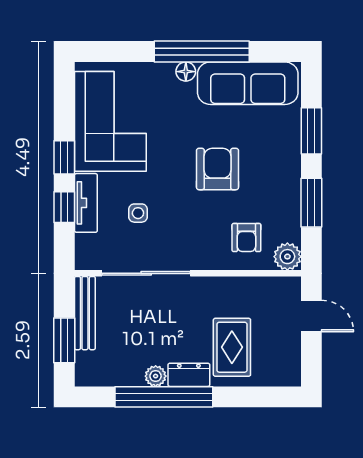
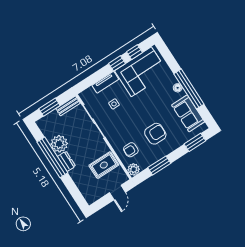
sofa: (248, 83) -> (188, 113), width x0.73
window: (311, 131) -> (195, 142), moved
armchair: (217, 169) -> (155, 134), moved
window: (64, 207) -> (134, 52), moved
bench: (85, 313) -> (68, 106), width x0.73
rug: (232, 347) -> (104, 165), moved
plant: (156, 376) -> (59, 144), width x1.87, depth x1.87

